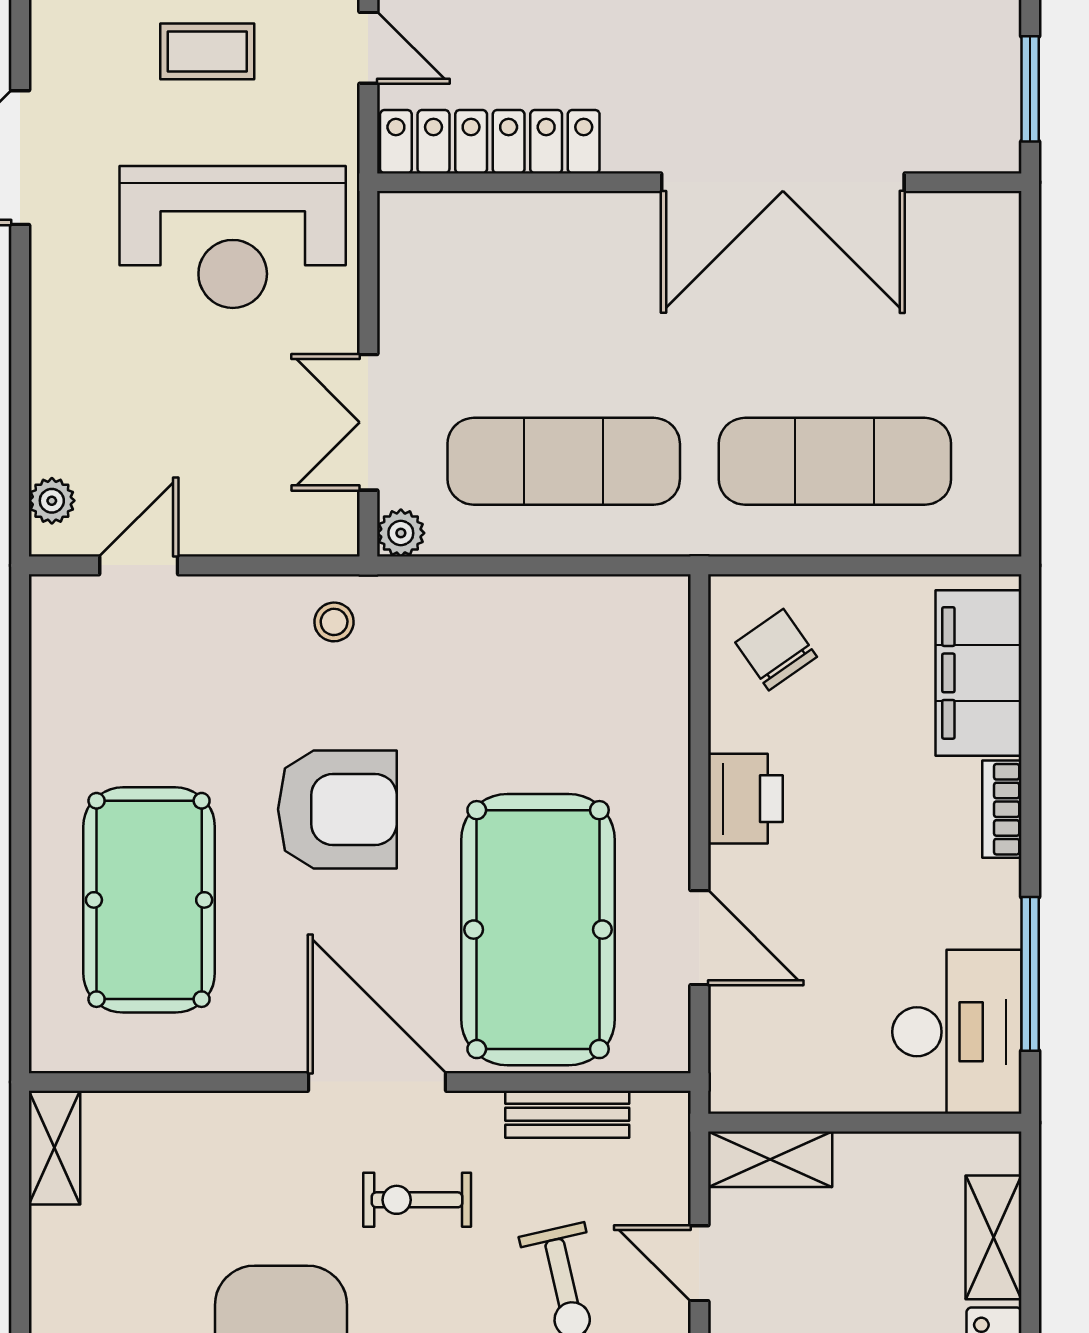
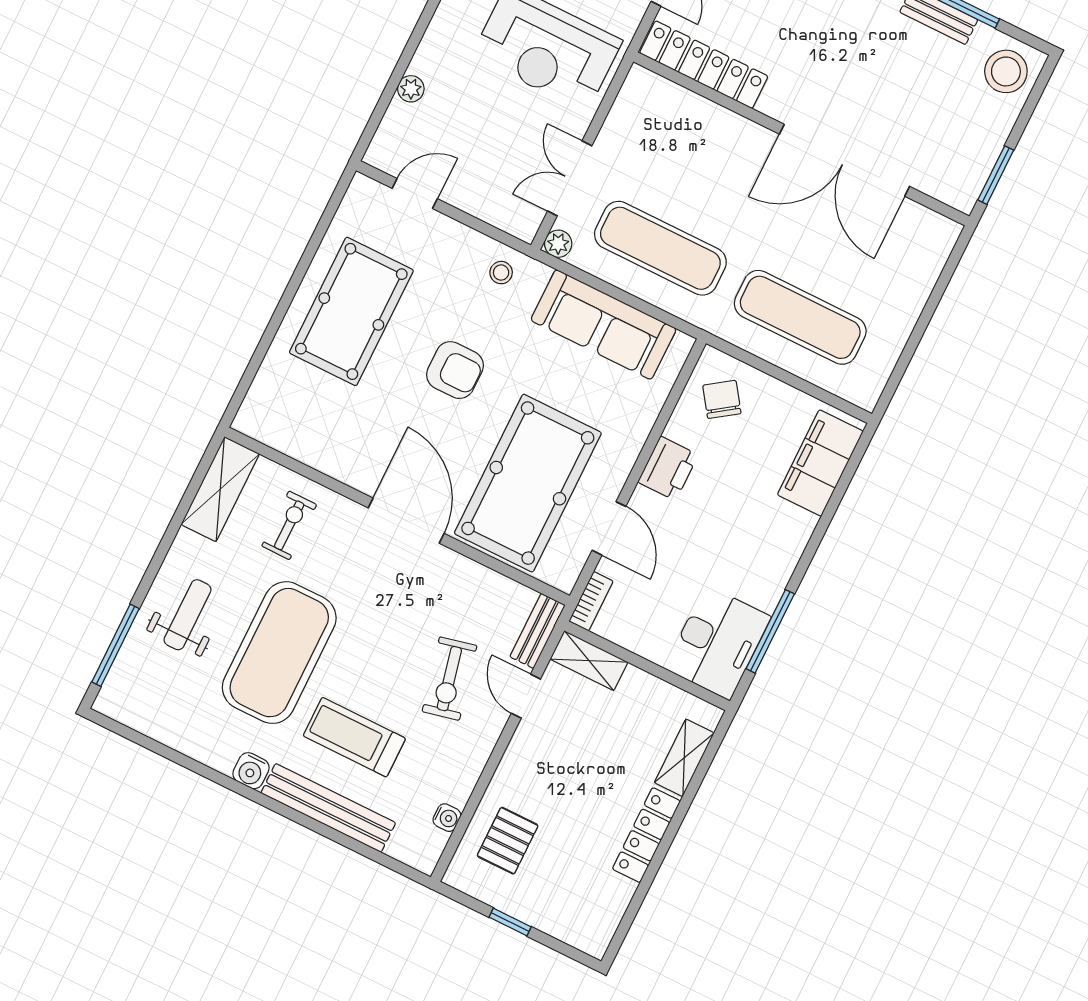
plant: (52, 501) -> (411, 89), moved
sofa: (534, 624) -> (603, 325), added
armchair: (337, 809) -> (455, 370), width x0.73, depth x0.73
bookcase: (1002, 809) -> (591, 601), moved, turned 180
pool table: (149, 900) -> (351, 311), moved
bench: (567, 1114) -> (538, 631), moved, turned 90
shelving: (55, 1148) -> (220, 489), width x1.50, depth x1.33
exercise bike: (417, 1200) -> (289, 525), moved, turned 90

